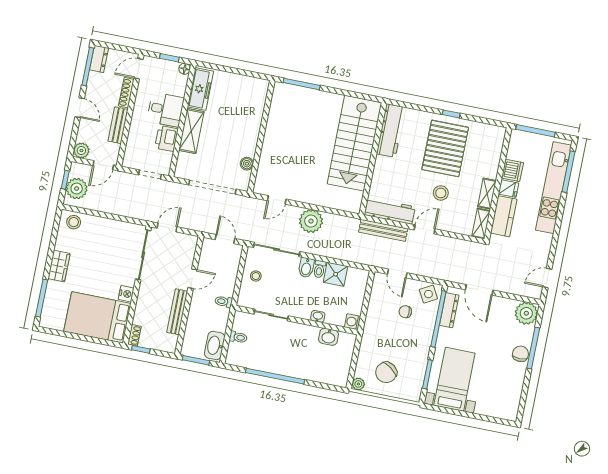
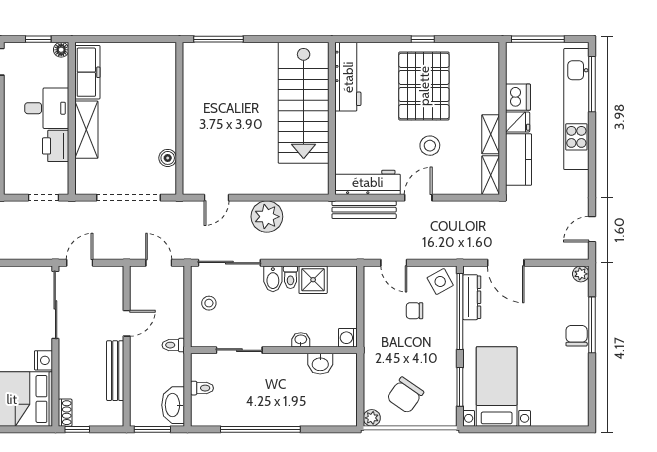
plant: (526, 313) -> (581, 274), width x0.53, depth x0.53

